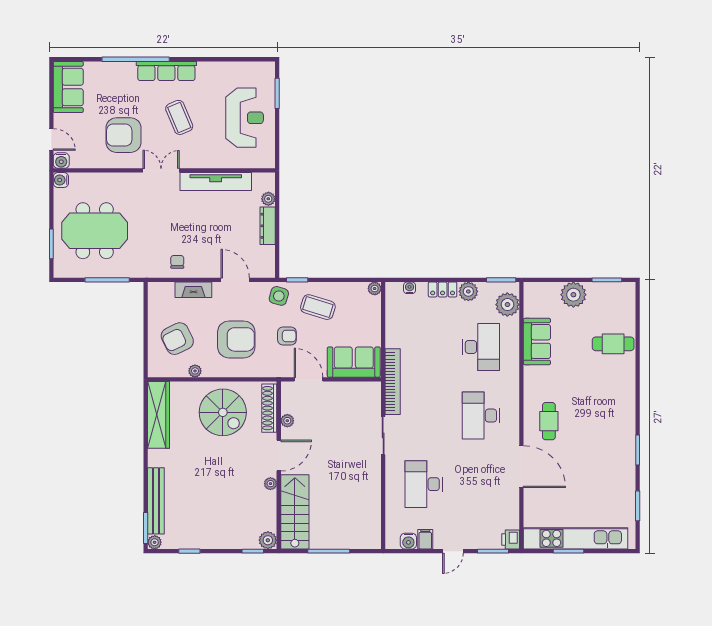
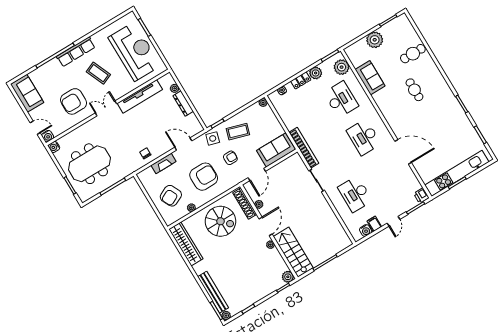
reception desk: (245, 118) -> (135, 52), width x1.36, depth x1.30
door: (308, 379) -> (257, 175), swing flipped
cafe table: (549, 421) -> (414, 90), moved

